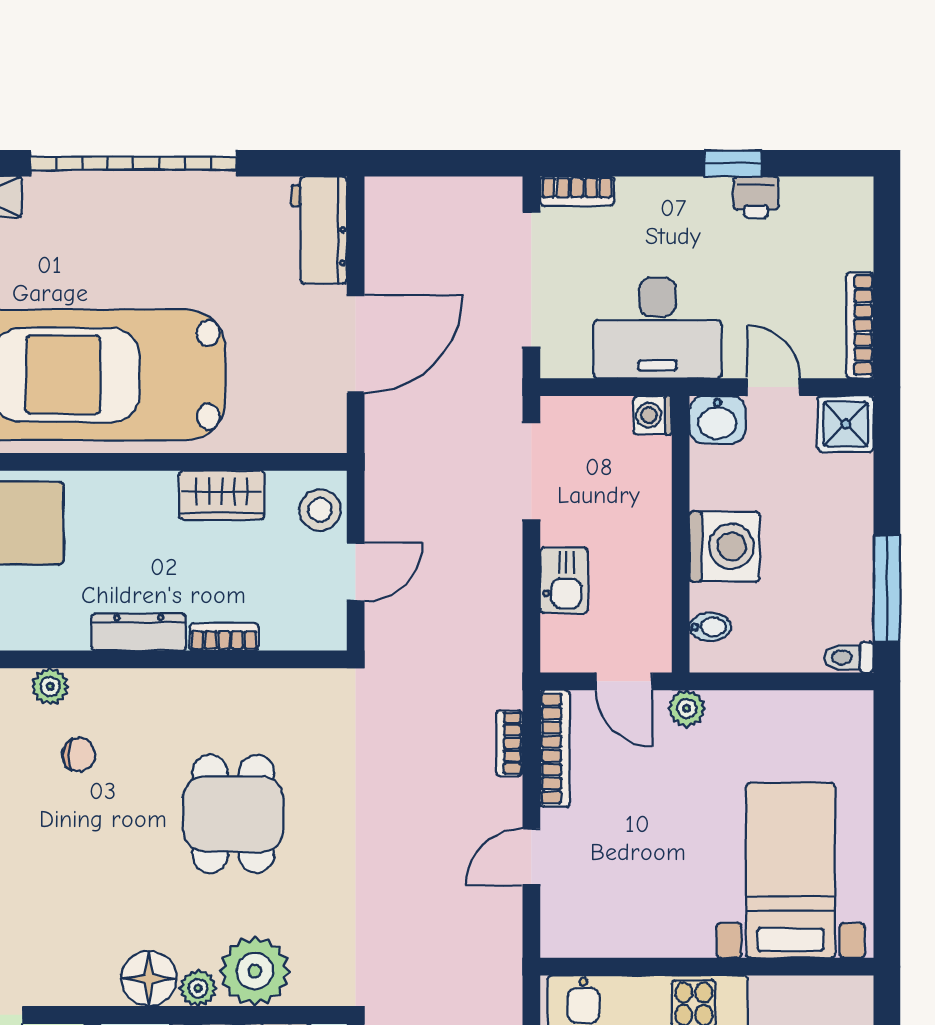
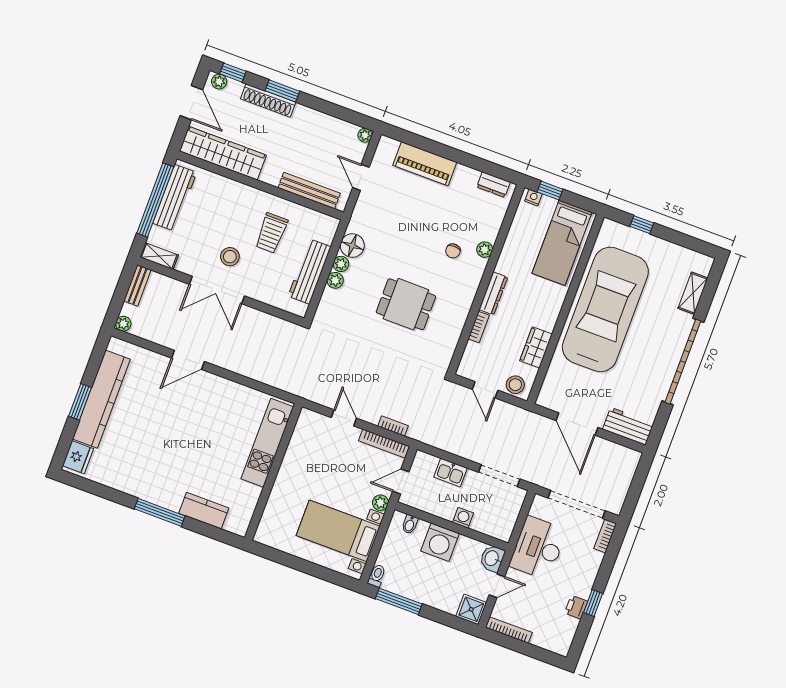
washing machine: (653, 415) -> (463, 518), moved
bed with nightstands: (791, 870) -> (338, 531), moved, turned 180
plant: (255, 971) -> (335, 280), width x0.53, depth x0.53

